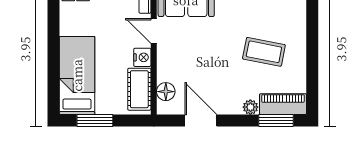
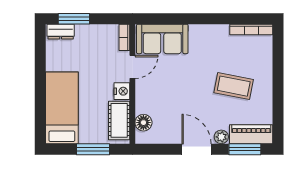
door: (154, 31) -> (132, 67), swing flipped
window: (95, 120) -> (93, 149), moved
door: (201, 120) -> (196, 149), moved

